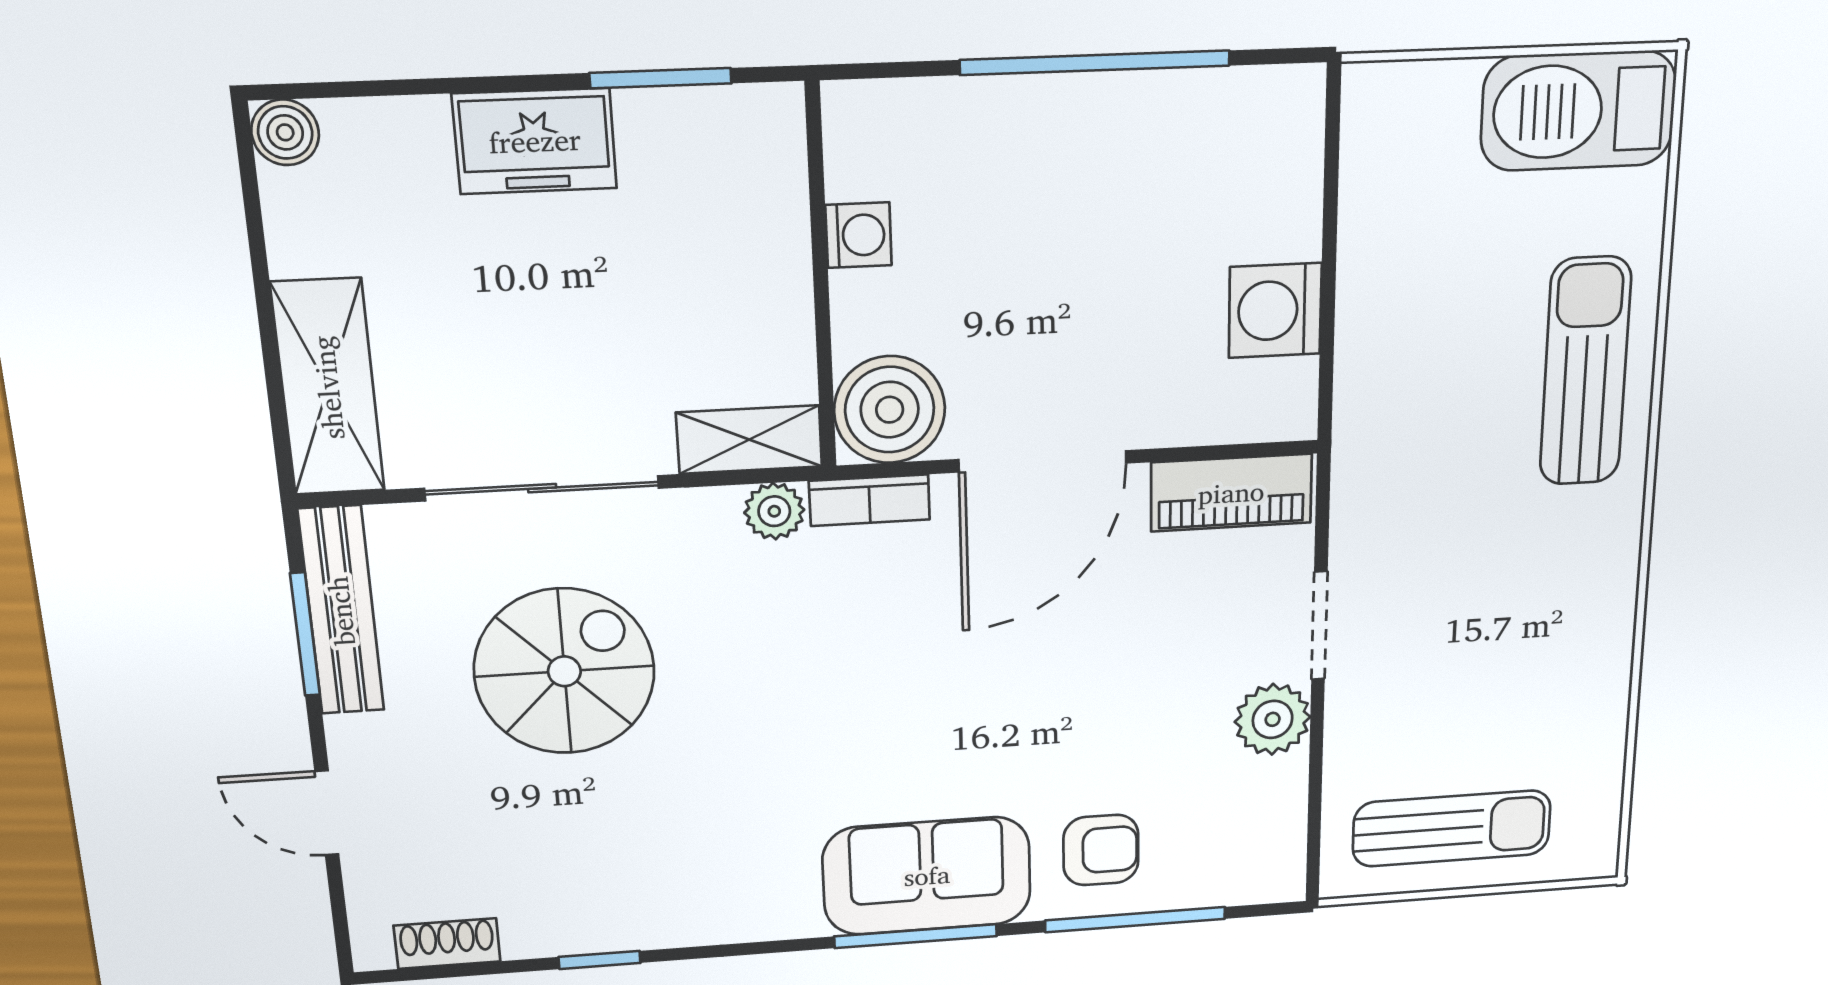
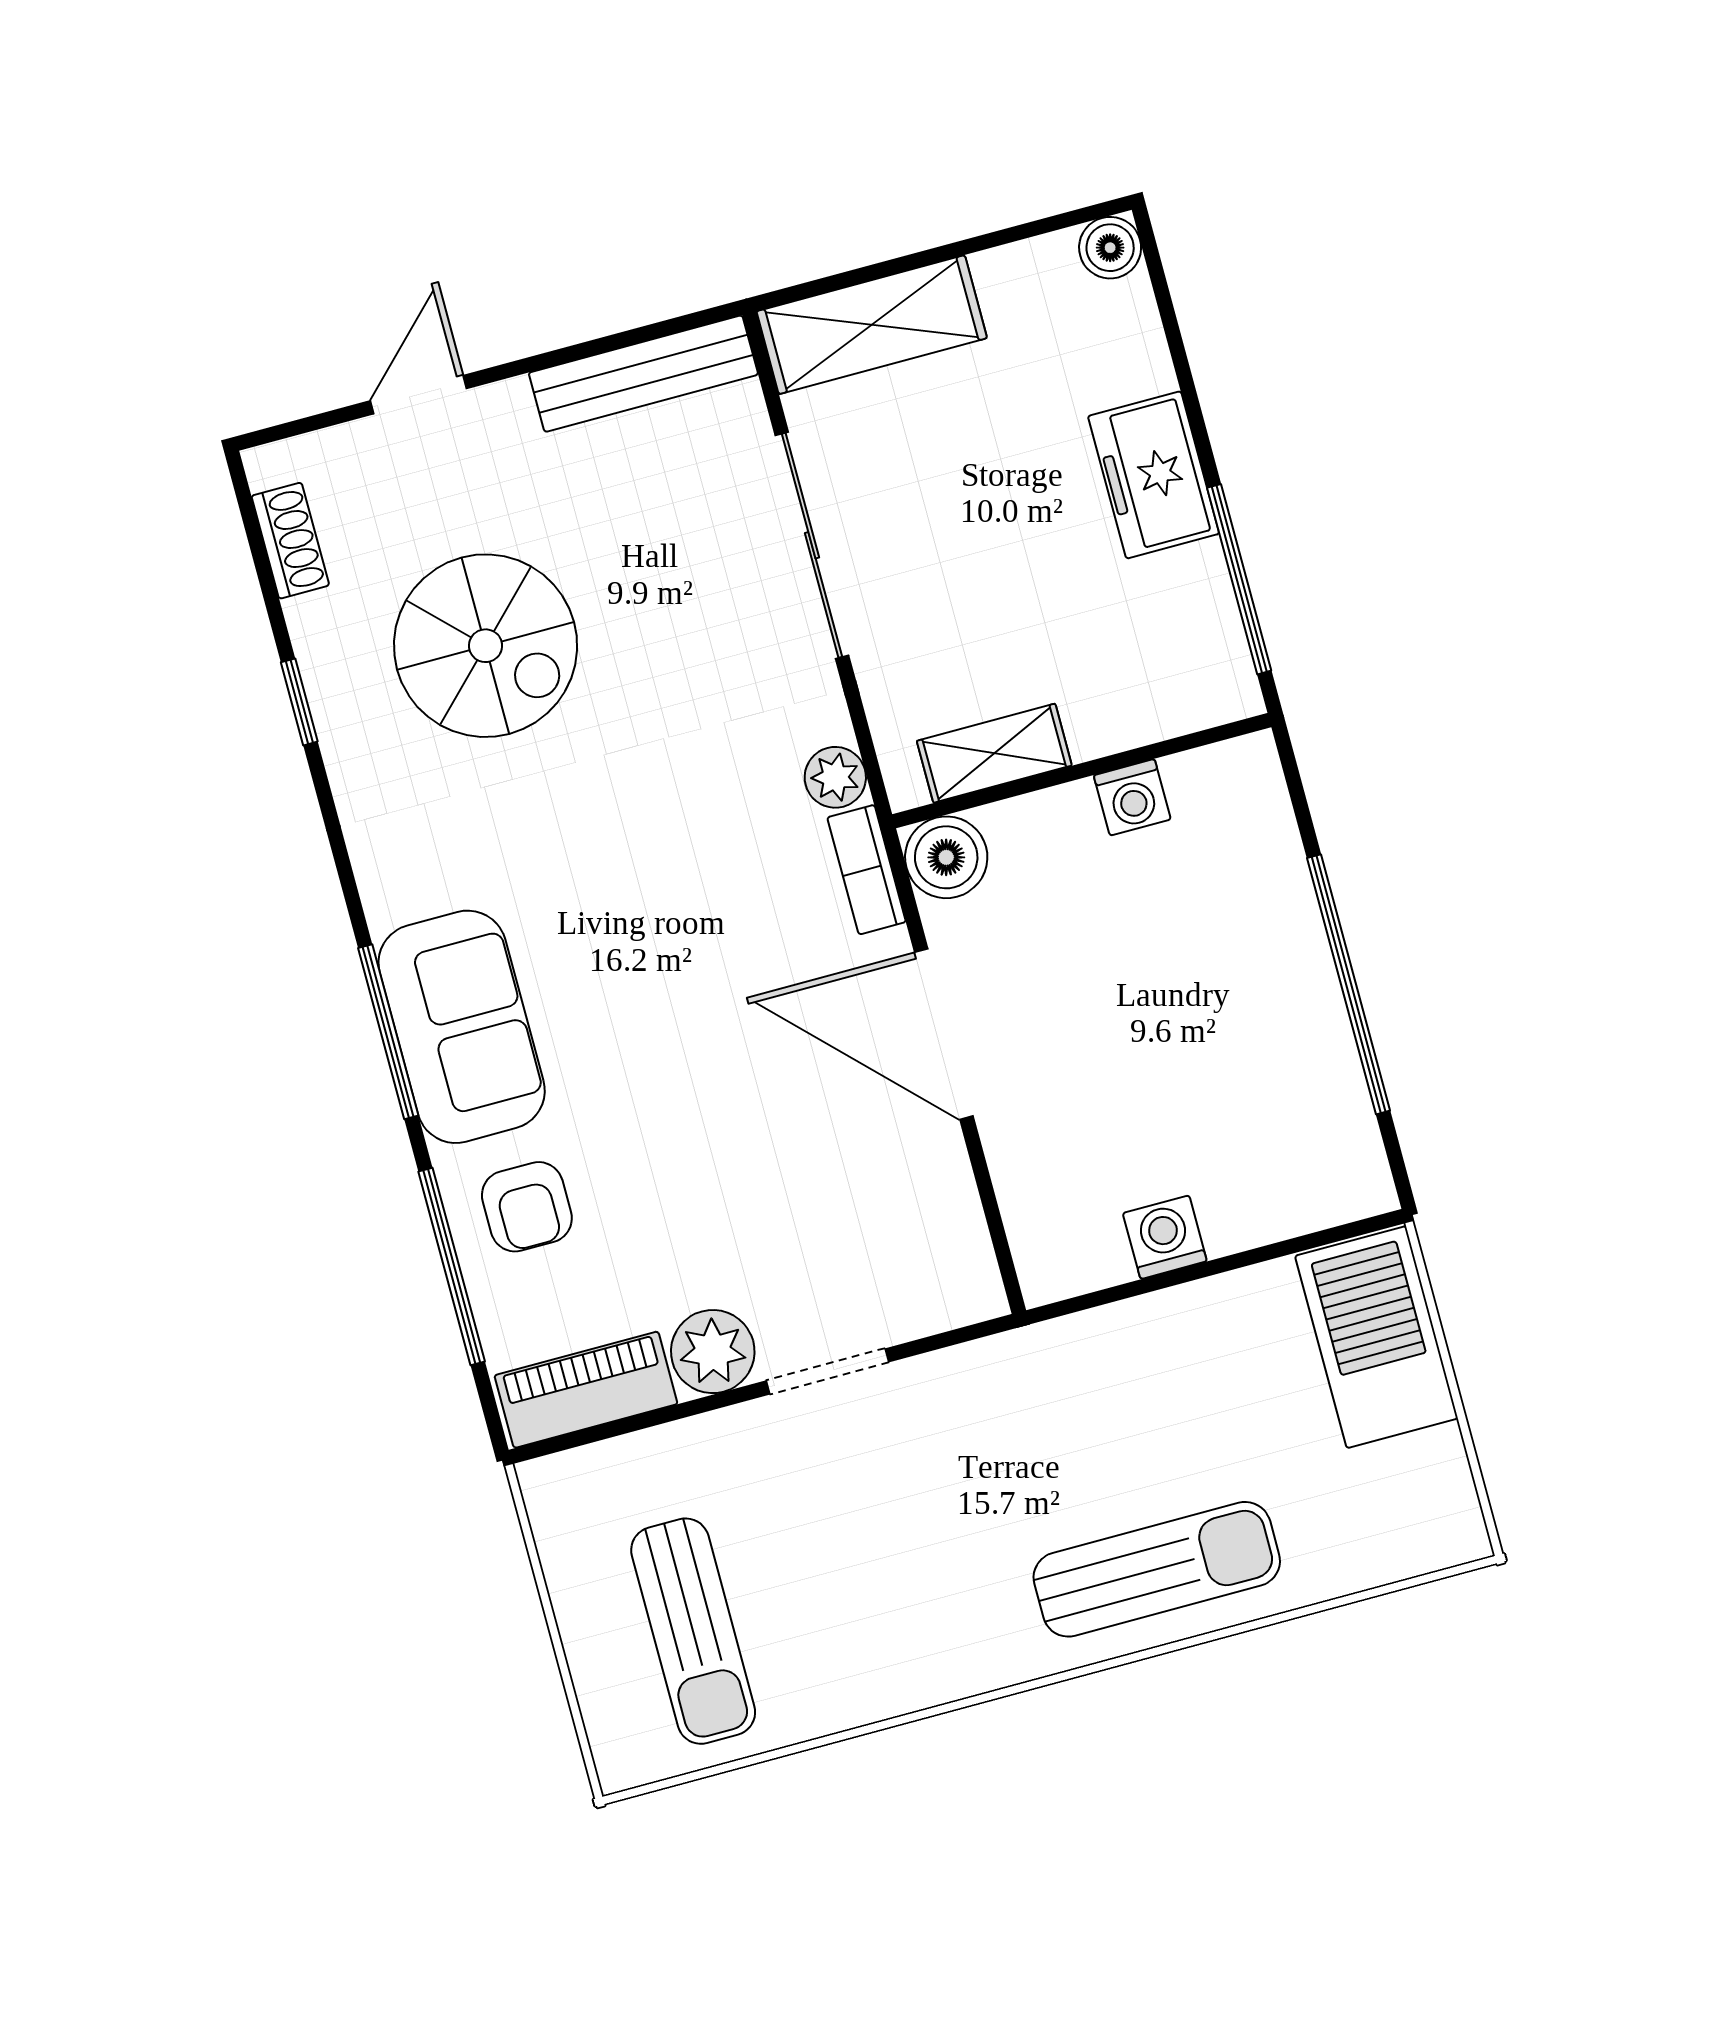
window: (661, 78) -> (1239, 579), width x1.44
barbecue: (1578, 111) -> (1376, 1337), moved
washing machine: (1275, 310) -> (1165, 1237), width x0.73, depth x0.73
boiler: (890, 410) -> (946, 857), width x0.73, depth x0.73
shelving: (749, 440) -> (994, 753), moved, turned 90
piano: (1231, 493) -> (586, 1390), moved, turned 90
window: (305, 634) -> (611, 343), removed
spiral stairs: (564, 671) -> (486, 646), moved
sun lounger: (1452, 828) -> (693, 1631), moved

